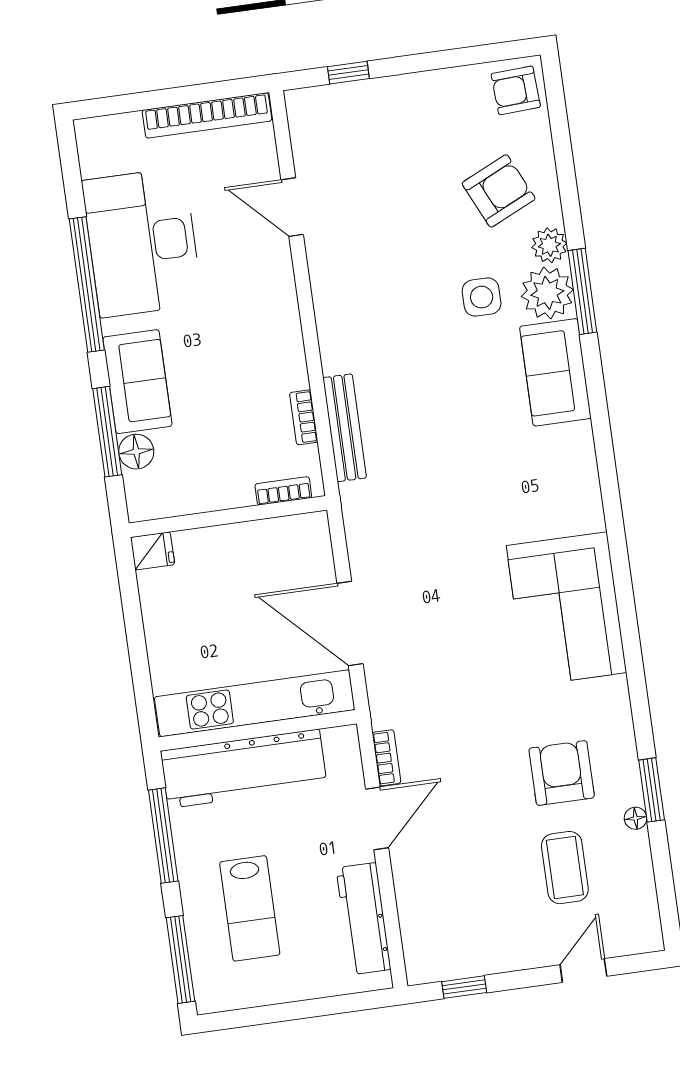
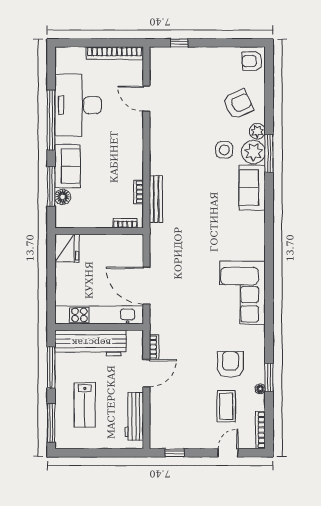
fridge: (153, 551) -> (67, 248), width x1.88, depth x1.34
bookcase: (649, 910) -> (260, 430), added

